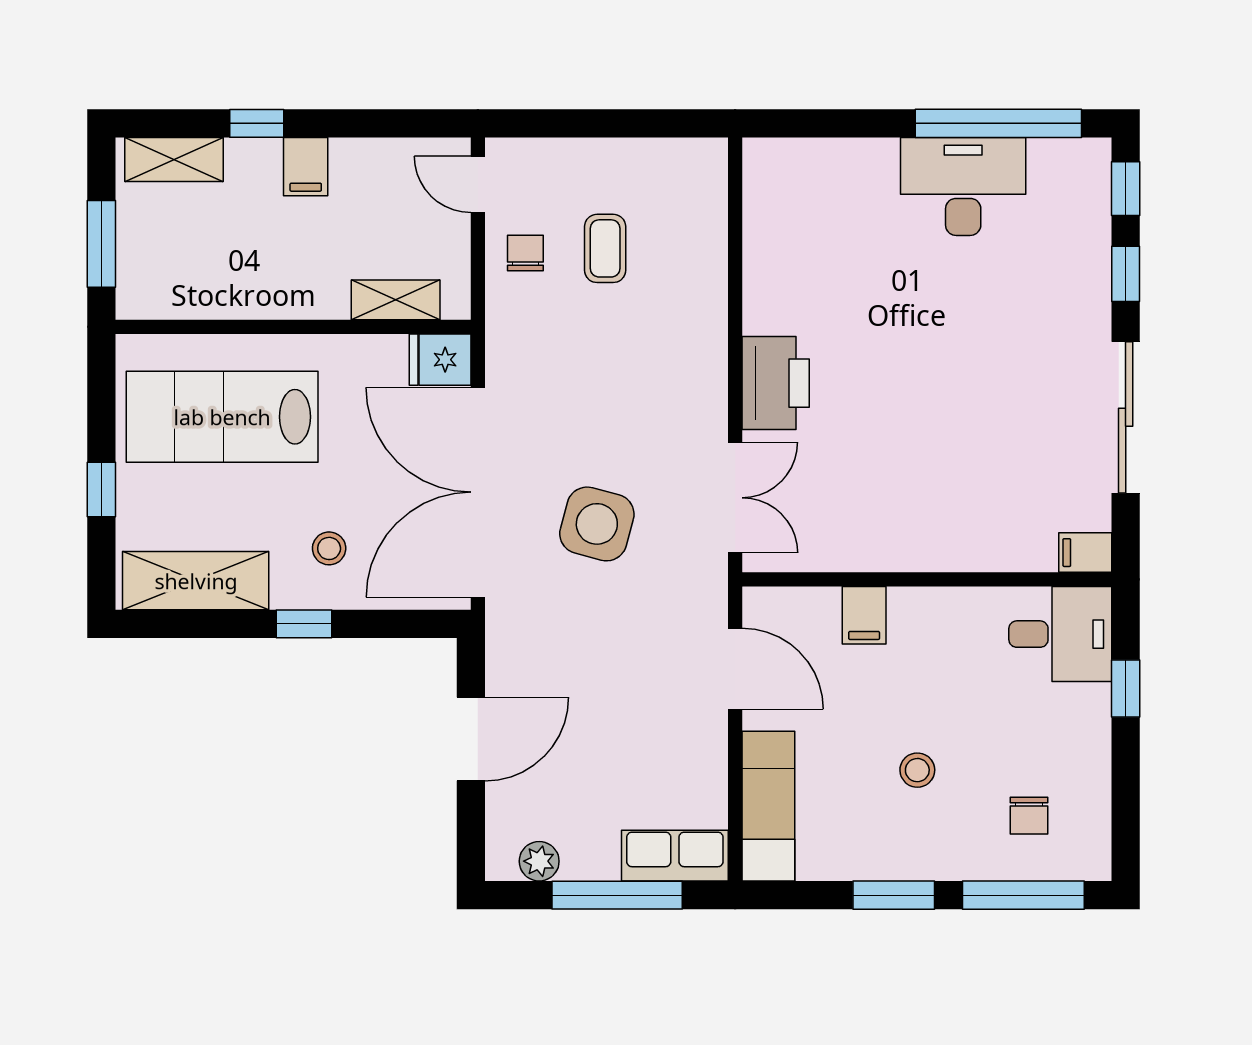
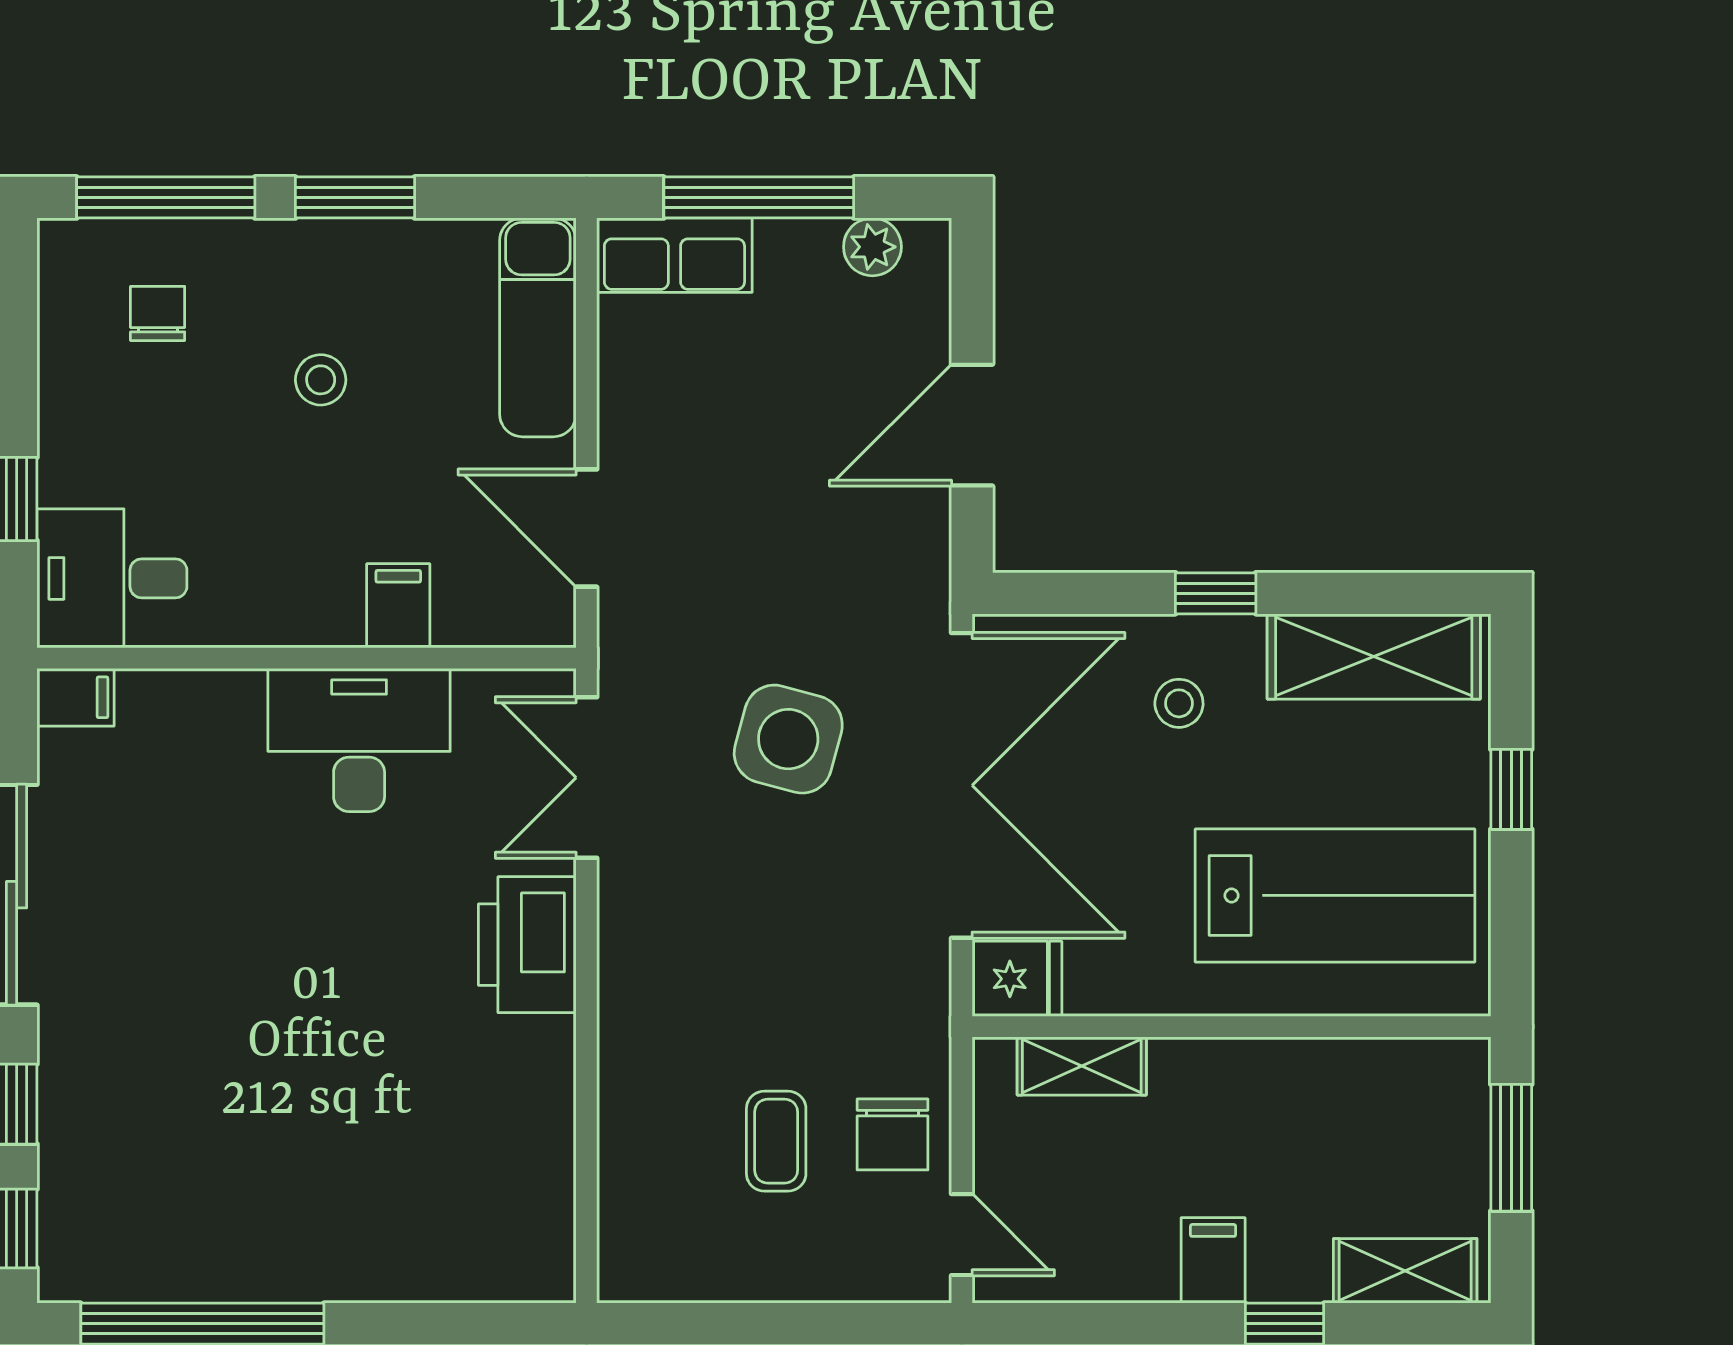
desk: (963, 186) -> (359, 740), moved, turned 180
chair: (525, 253) -> (892, 1134), width x1.37, depth x1.37

